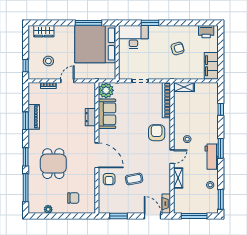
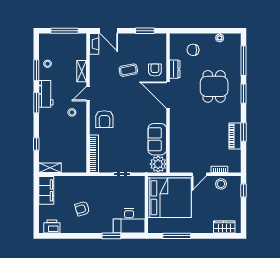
bed: (95, 44) -> (170, 198), moved
stool: (48, 61) -> (221, 184), moved
shelving: (184, 87) -> (50, 168), moved
dresser: (90, 117) -> (175, 69), moved
window: (221, 199) -> (36, 70), moved

